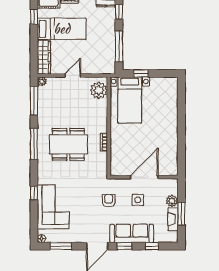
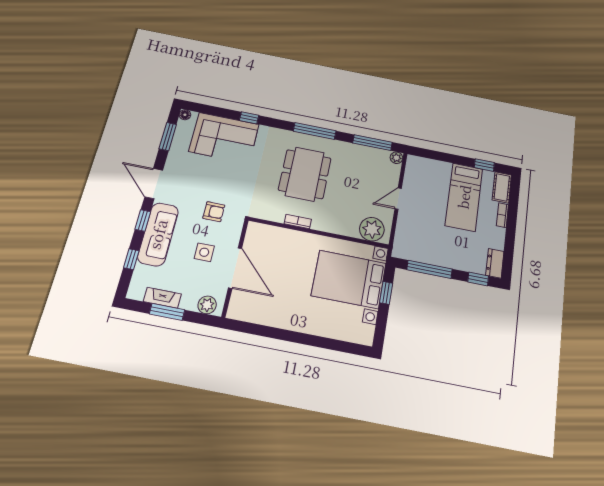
wardrobe: (44, 57) -> (428, 167), removed
door: (73, 75) -> (398, 199), swing flipped
bed with nightstands: (130, 100) -> (349, 279), width x1.36
plant: (172, 201) -> (207, 305), moved

